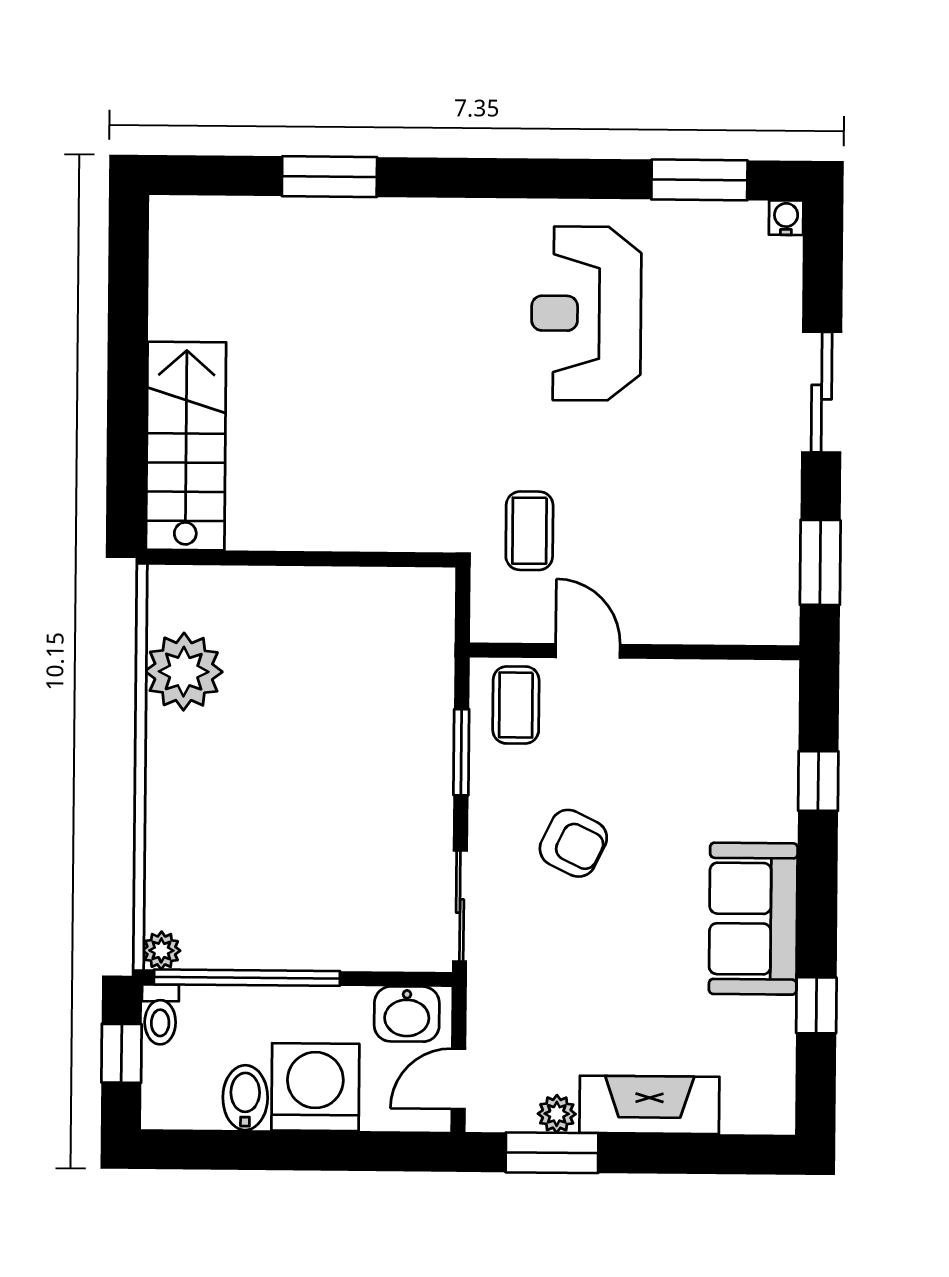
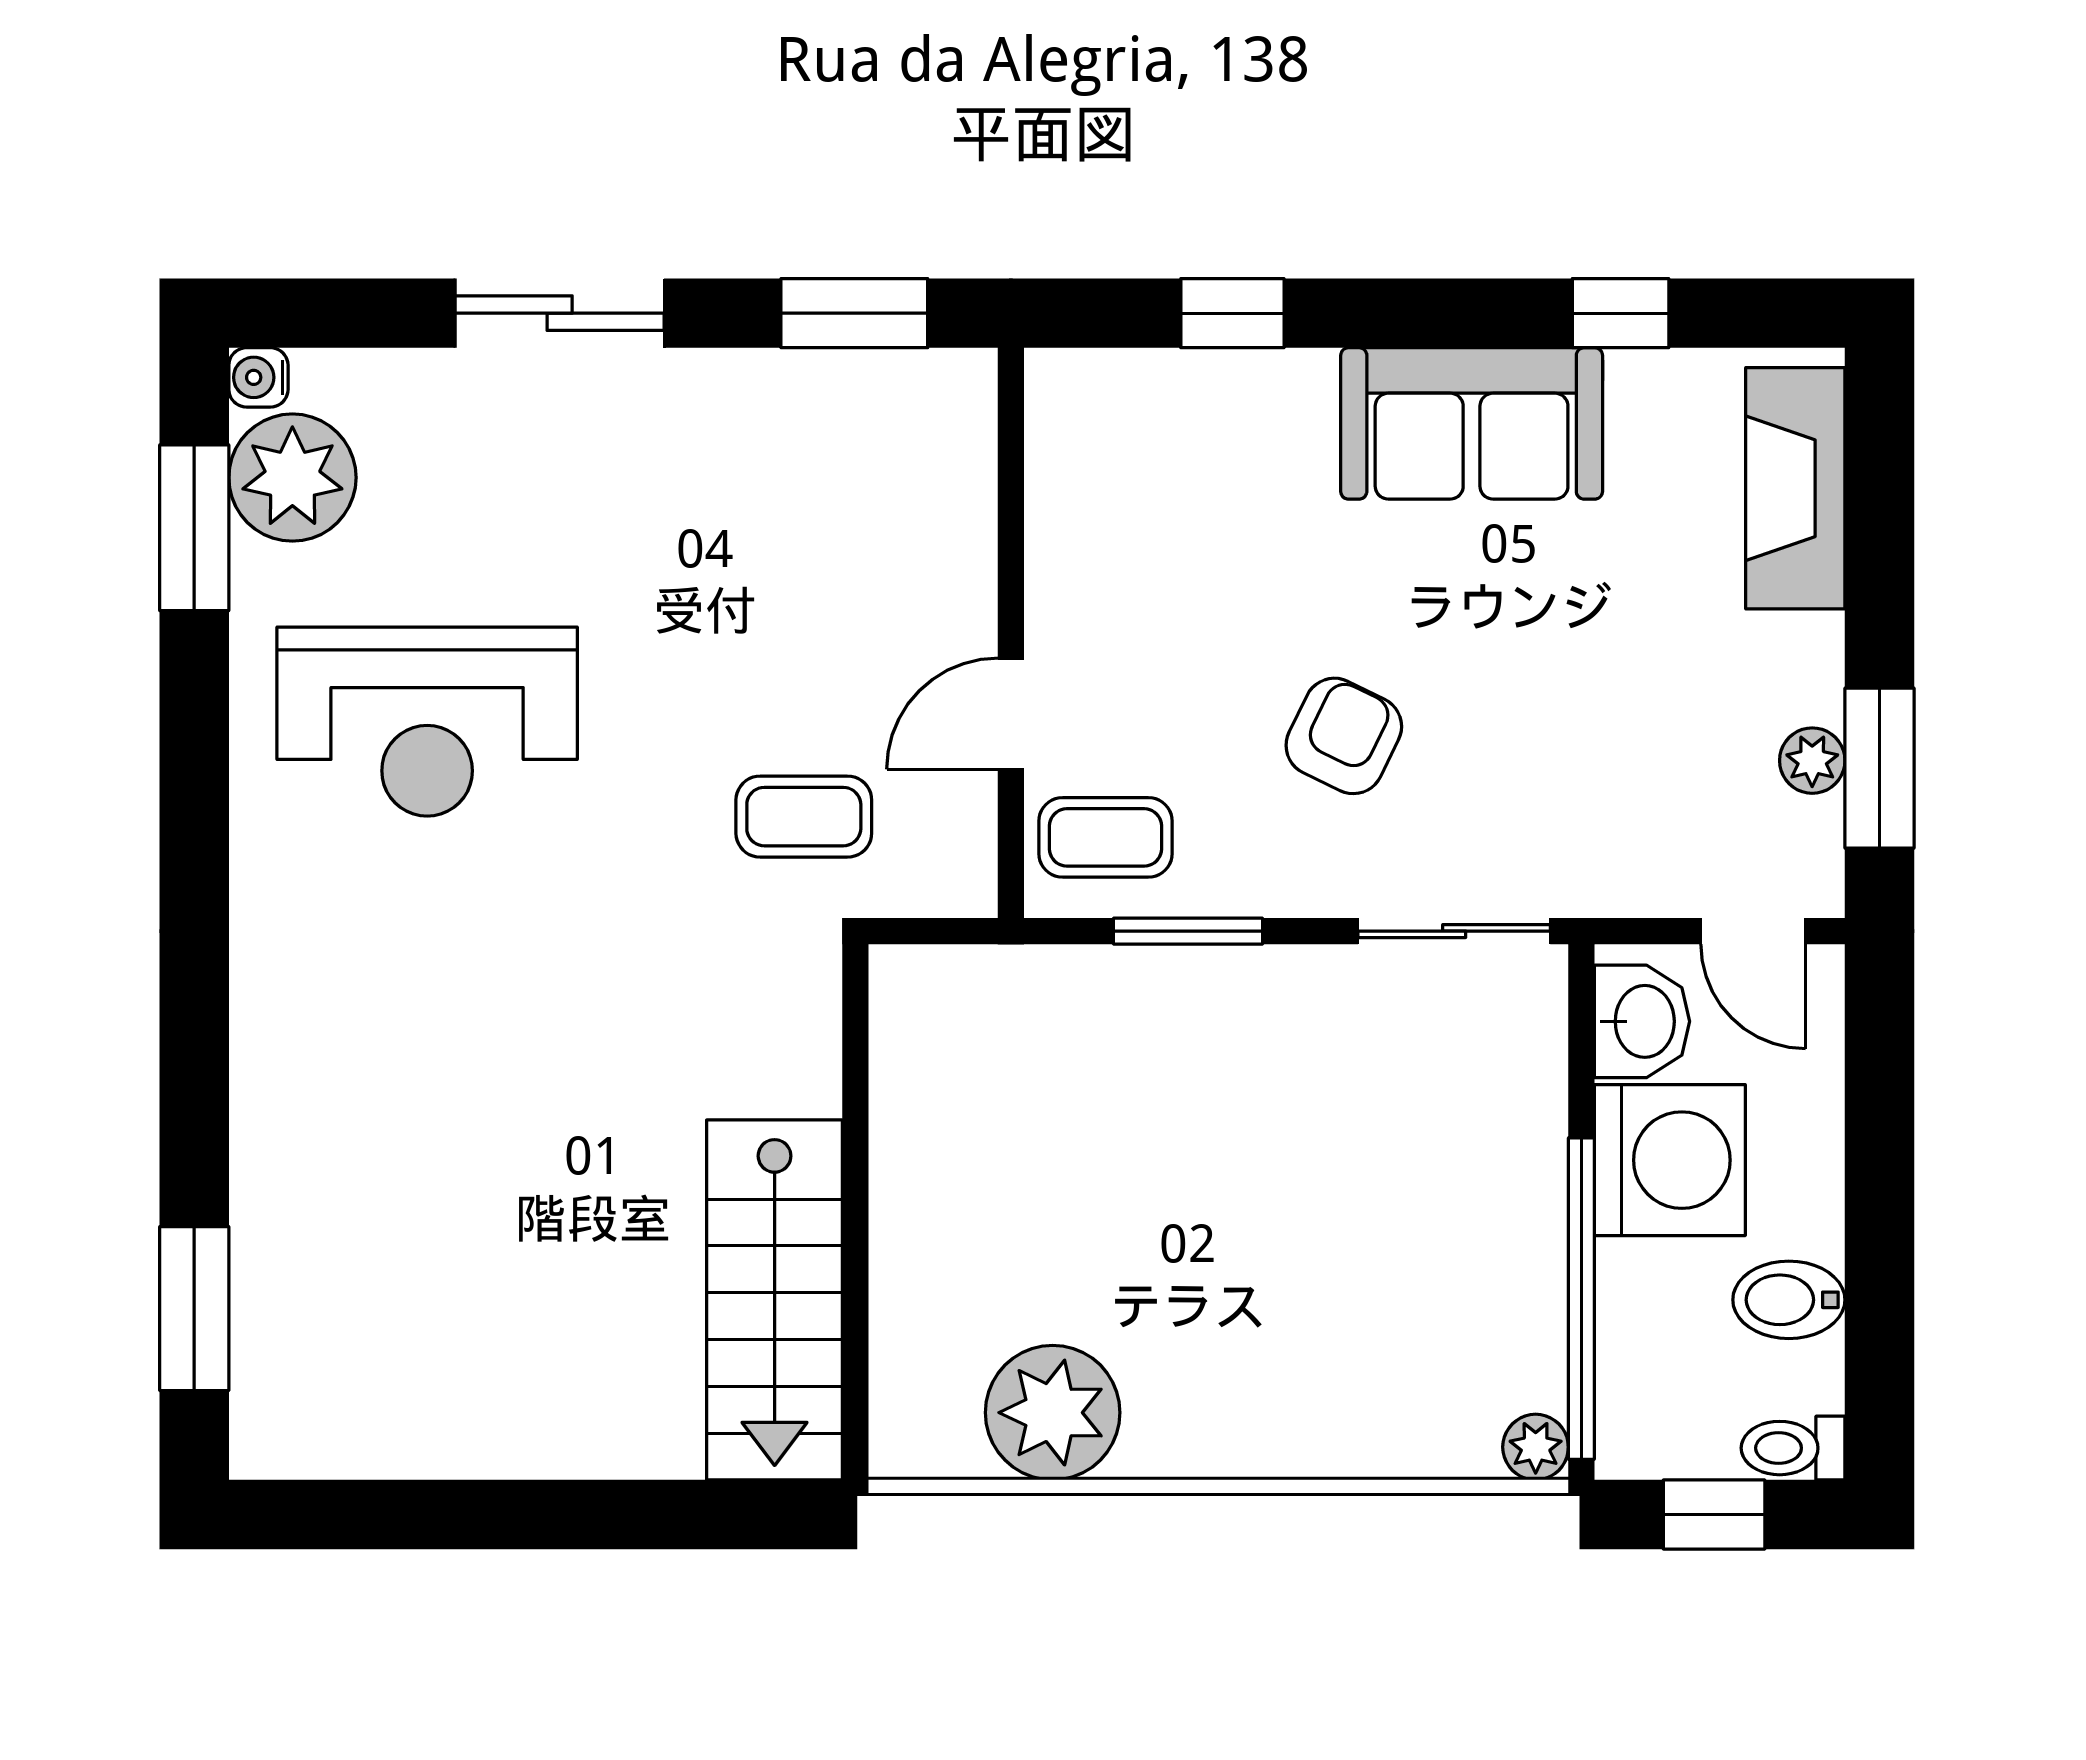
window: (329, 177) -> (194, 1309), moved
plant: (728, 237) -> (292, 478), added
stairs: (186, 446) -> (775, 1300), moved, turned -90
toilet: (160, 1014) -> (1793, 1448), moved, turned 180
washing machine: (315, 1087) -> (1670, 1160), moved, turned 180
fireplace: (649, 1105) -> (1795, 488), moved

